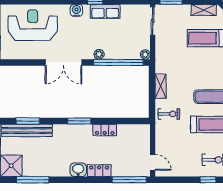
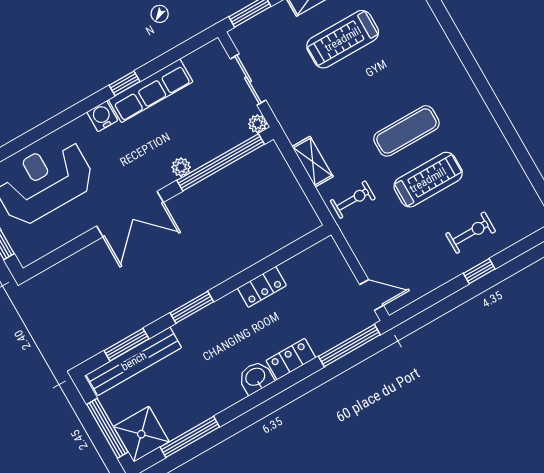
row of seats: (105, 11) -> (151, 91), width x1.48
sliding door: (153, 21) -> (248, 80), moved
window: (79, 121) -> (192, 307), moved

